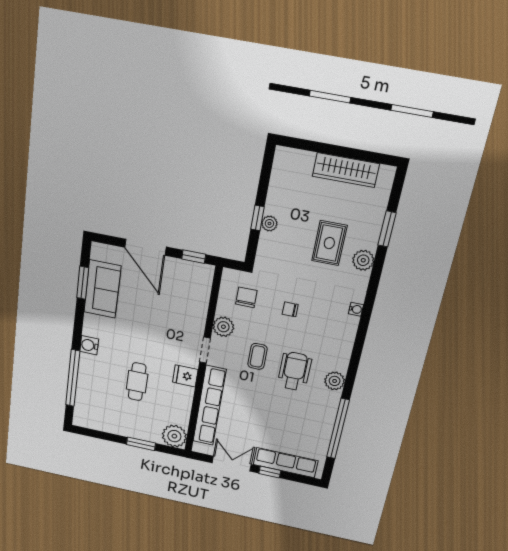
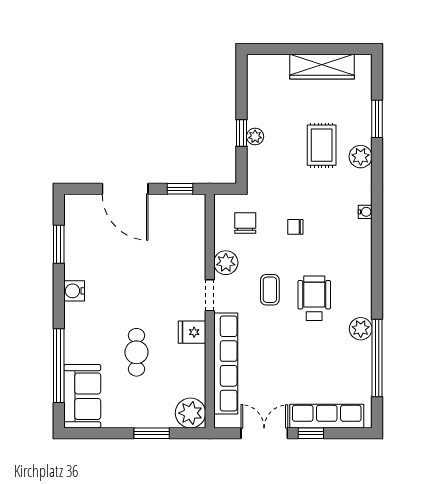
sofa: (102, 289) -> (82, 396), moved
water cooler: (89, 345) -> (74, 291), moved
plant: (335, 381) -> (361, 329), moved

